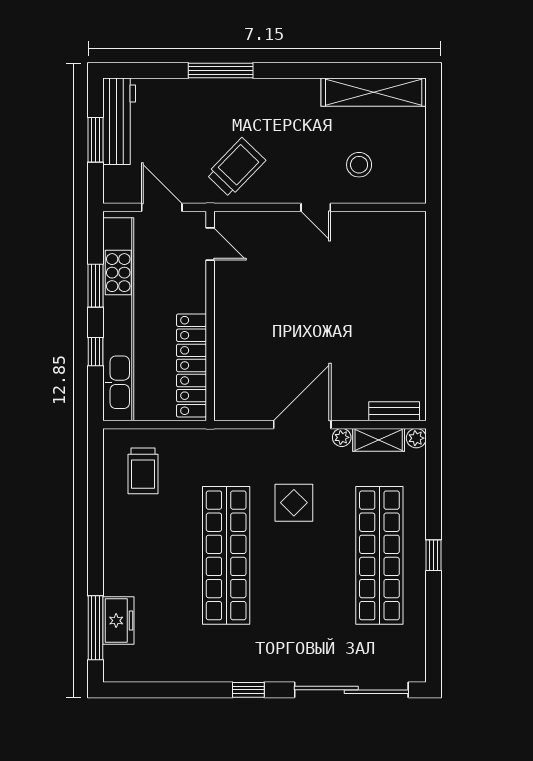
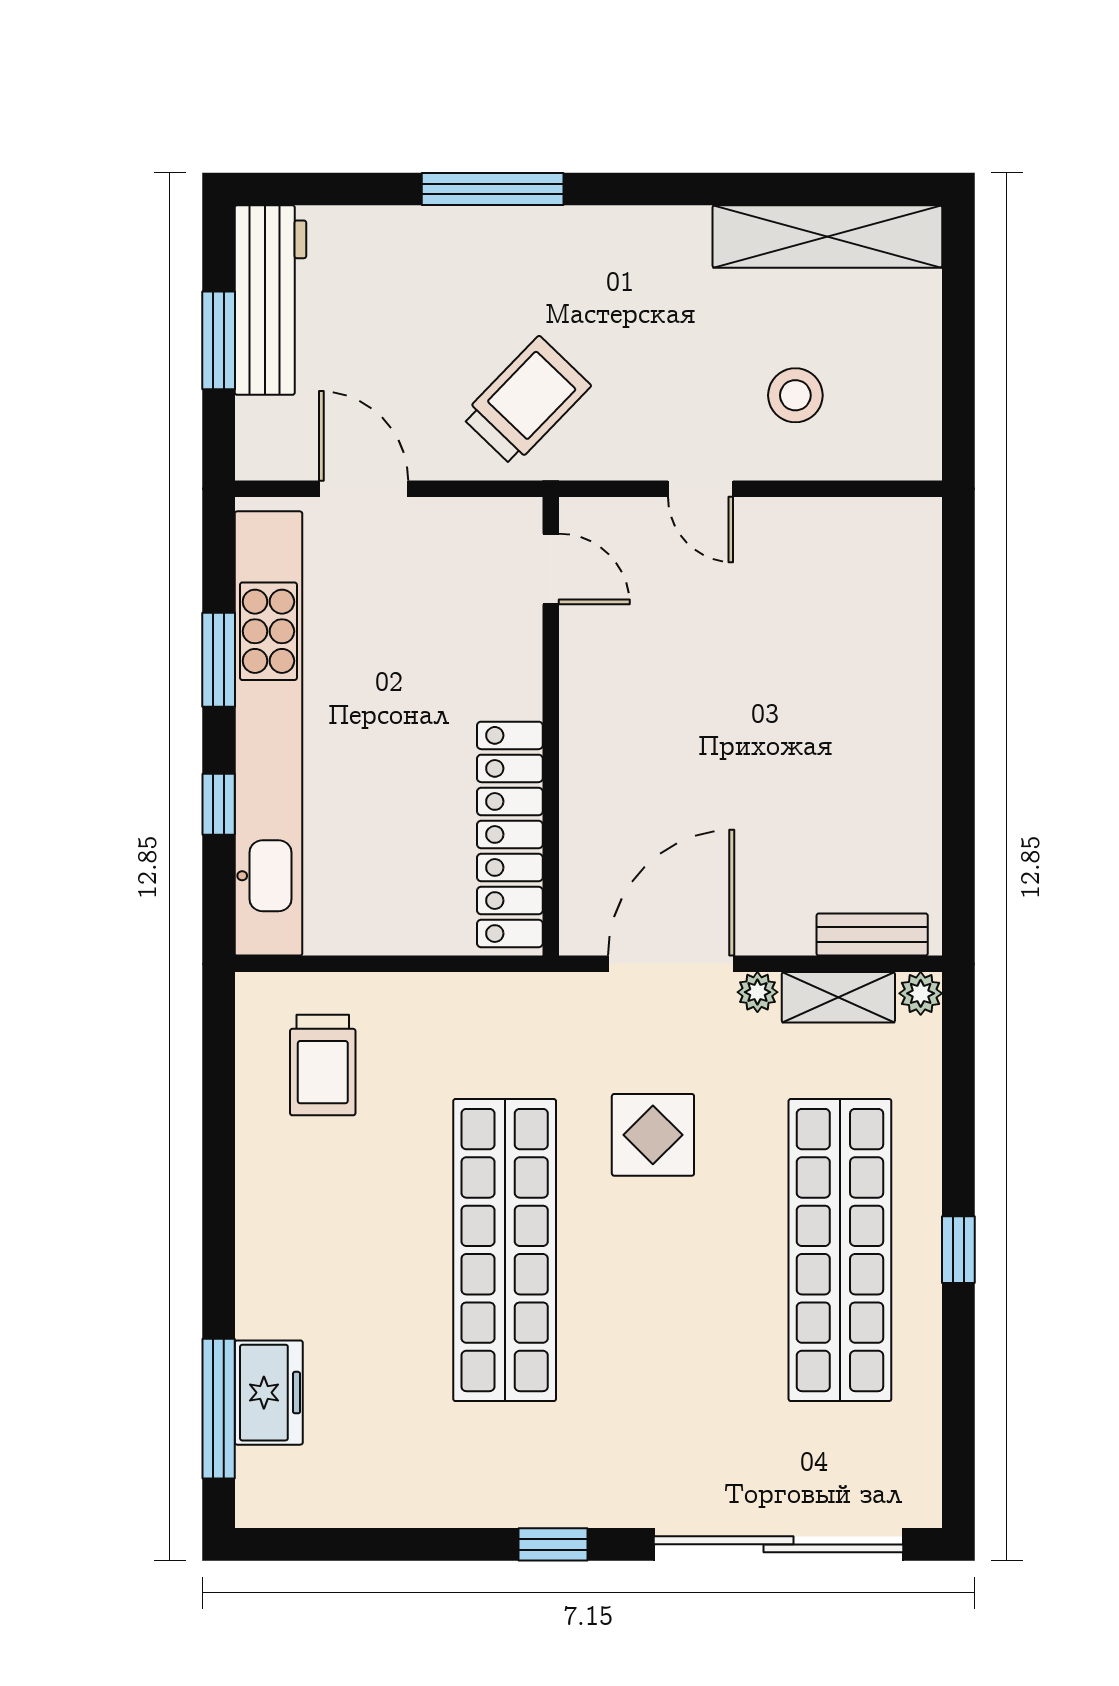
door: (210, 244) -> (551, 569), moved
wall: (210, 316) -> (551, 726), moved
locker: (192, 365) -> (510, 834), moved

